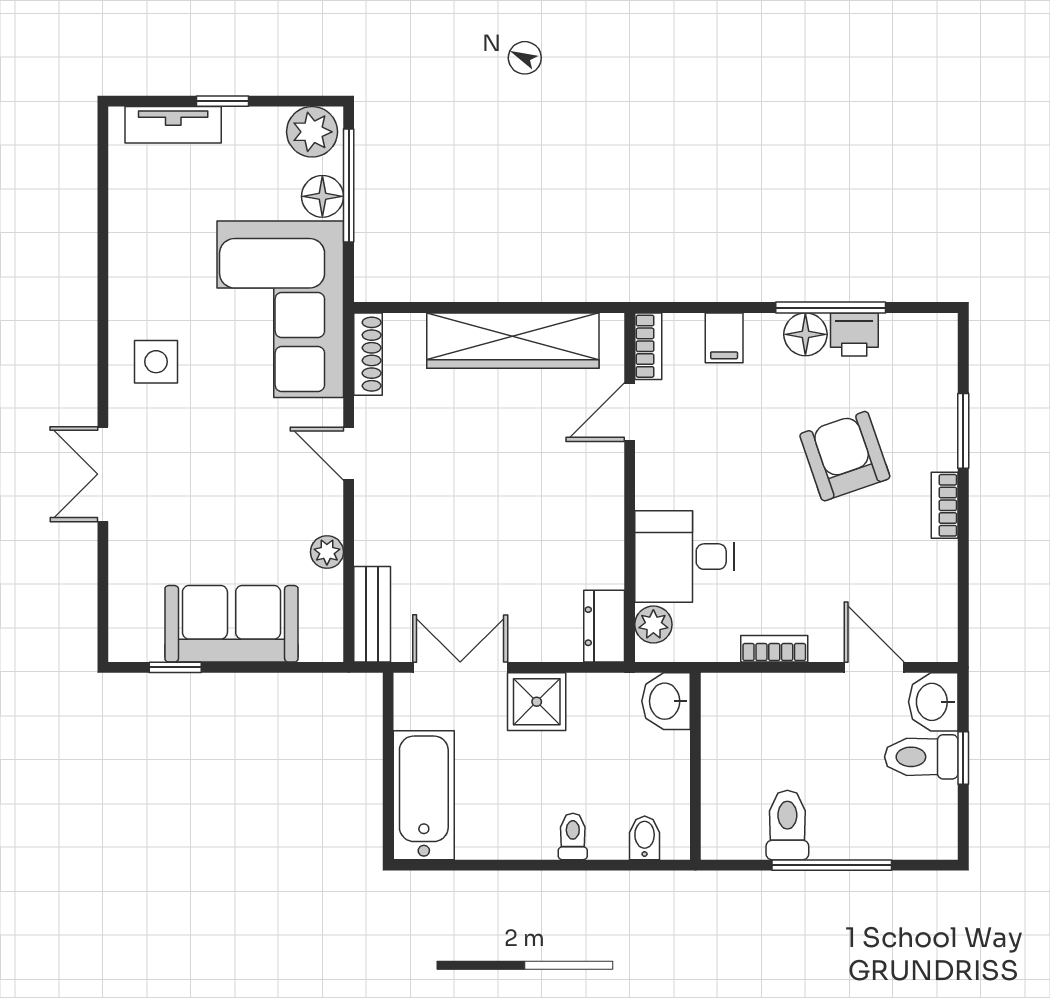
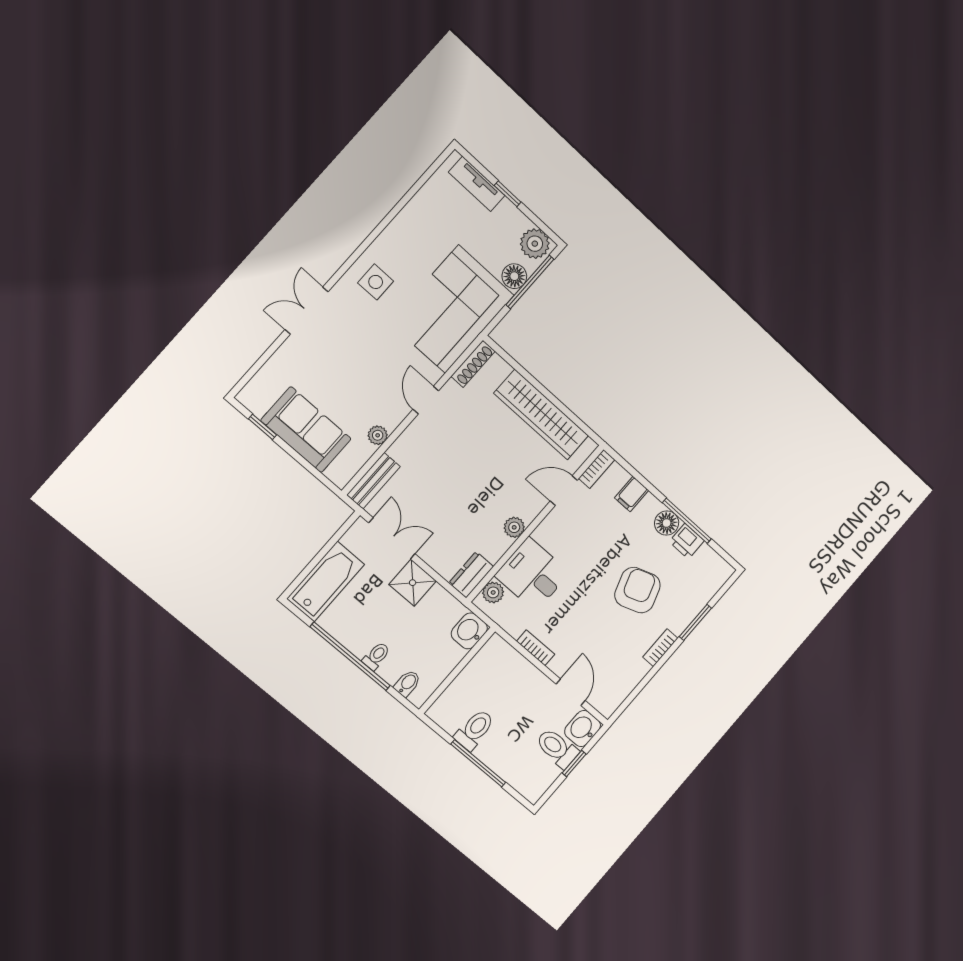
plant: (606, 516) -> (514, 527), added
window: (539, 865) -> (350, 656), added

